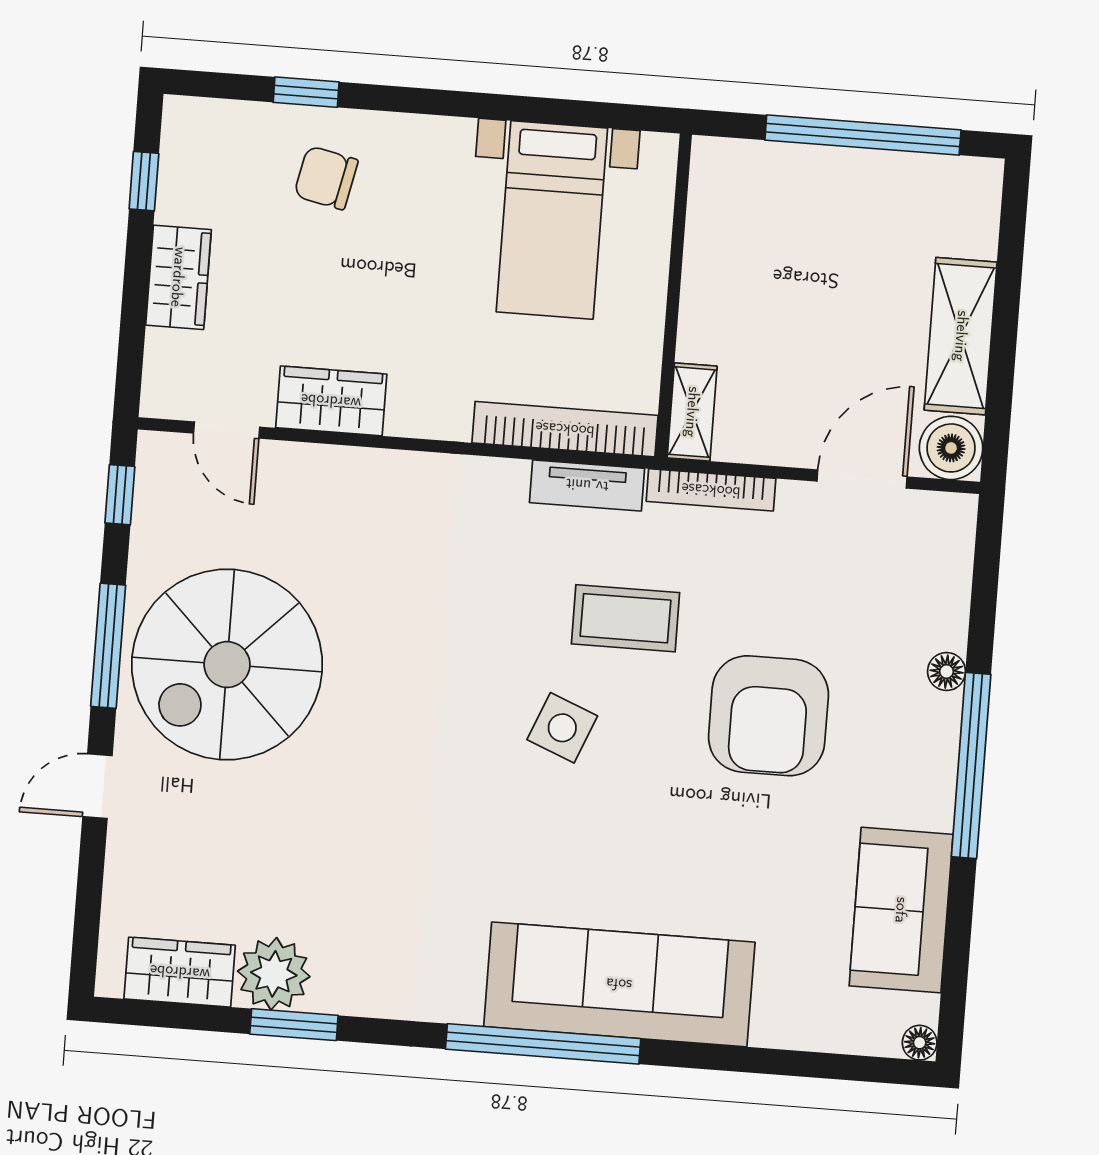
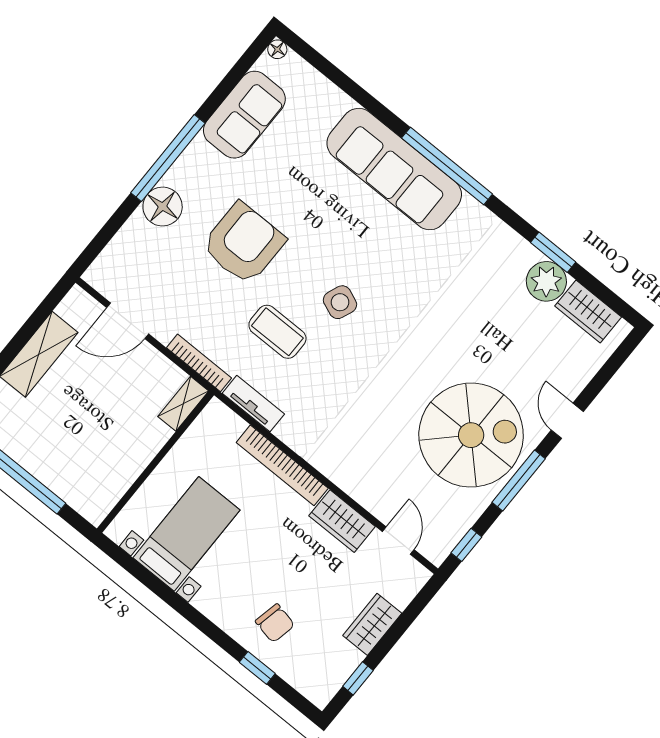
bookcase: (565, 429) -> (282, 465), moved
boiler: (951, 448) -> (78, 307), removed
floor lamp: (947, 672) -> (163, 207), width x1.89, depth x1.89
door: (97, 786) -> (567, 421), swing flipped

